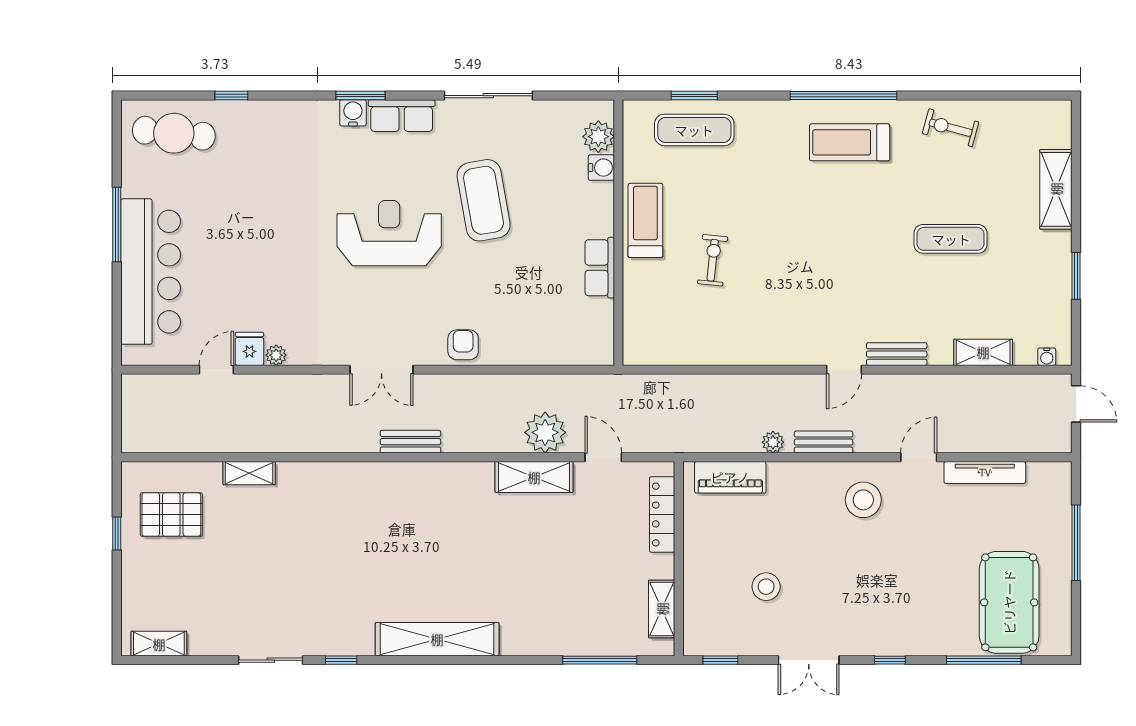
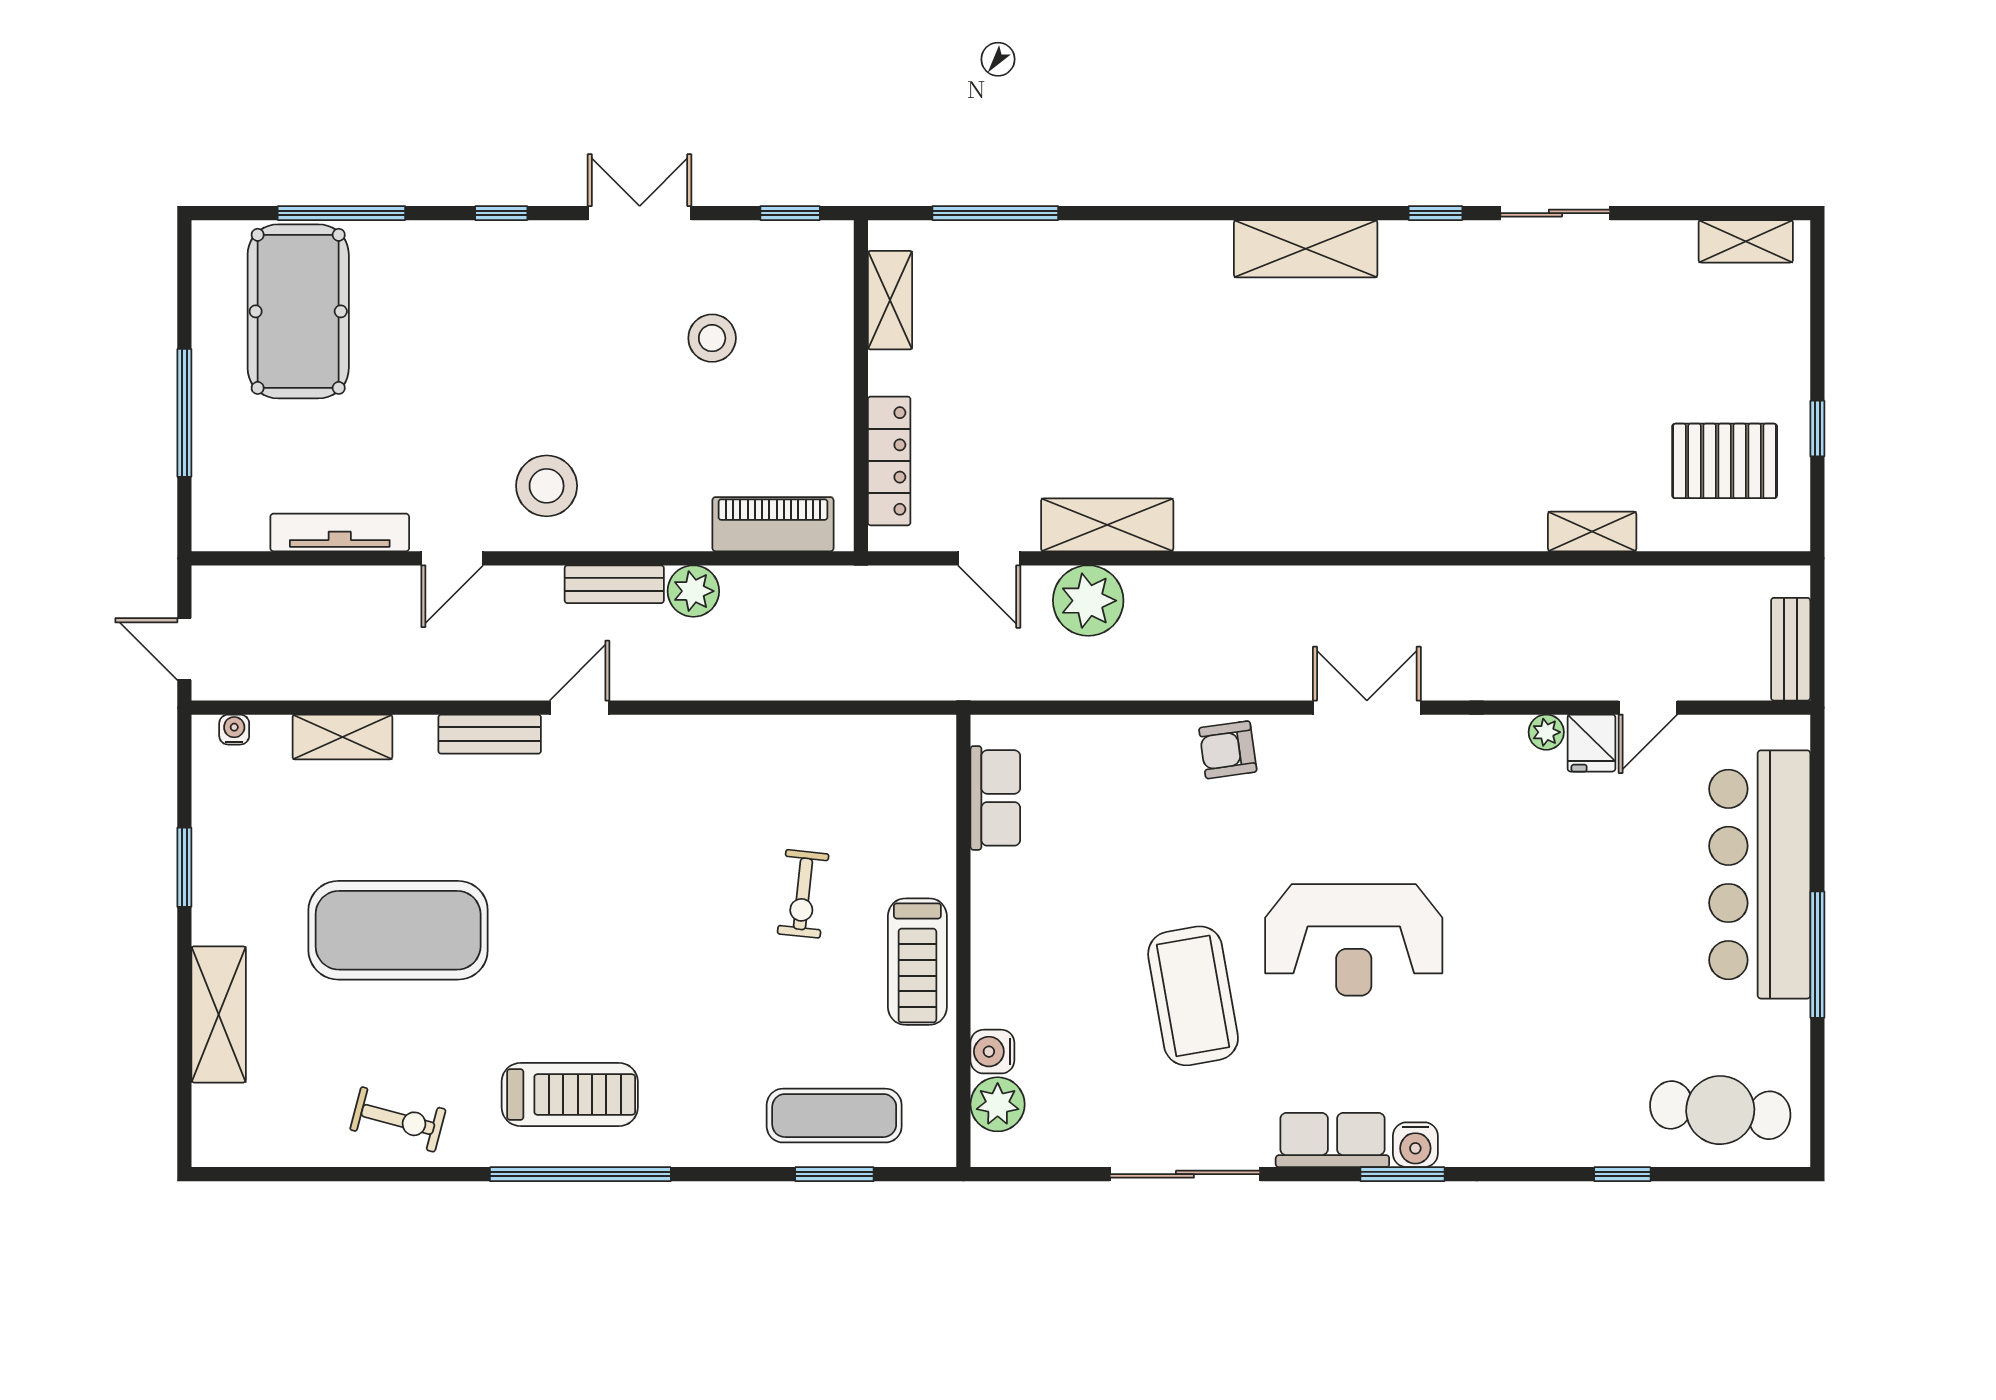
exercise mat: (951, 239) -> (398, 930), width x2.00, depth x1.45
row of seats: (600, 268) -> (995, 798), moved
armchair: (463, 345) -> (1228, 750), turned 82
bench: (410, 442) -> (1791, 649), moved, turned 90
plant: (773, 442) -> (693, 591), width x1.38, depth x1.38
shelving: (437, 639) -> (1306, 249), width x0.68

